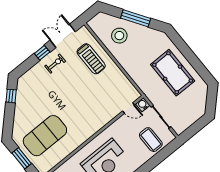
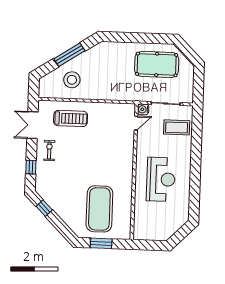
window: (42, 53) -> (31, 167), moved
pool table: (173, 73) -> (157, 64), moved

